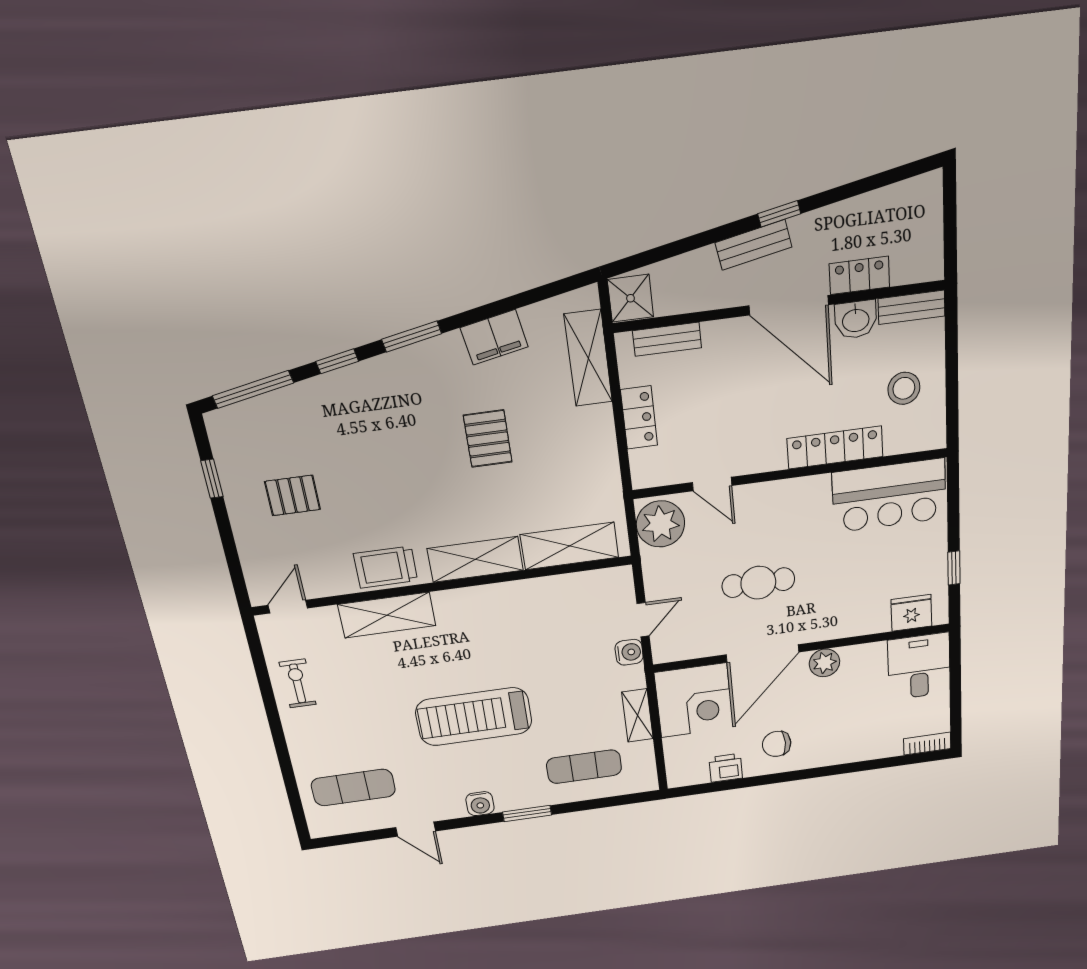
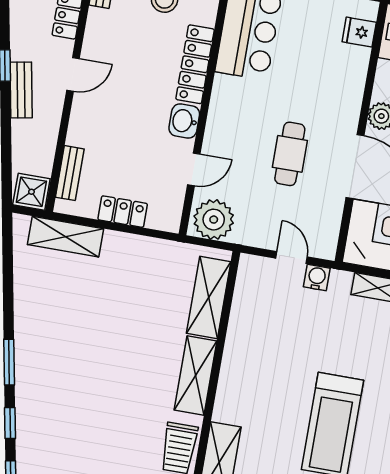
door: (789, 305) -> (73, 74), width x0.53
washbasin: (856, 320) -> (184, 121), moved, turned 180
filing cabinet: (494, 337) -> (29, 302), removed
pallet: (488, 439) -> (102, 332), removed
fridge: (911, 613) -> (359, 32), width x0.72

